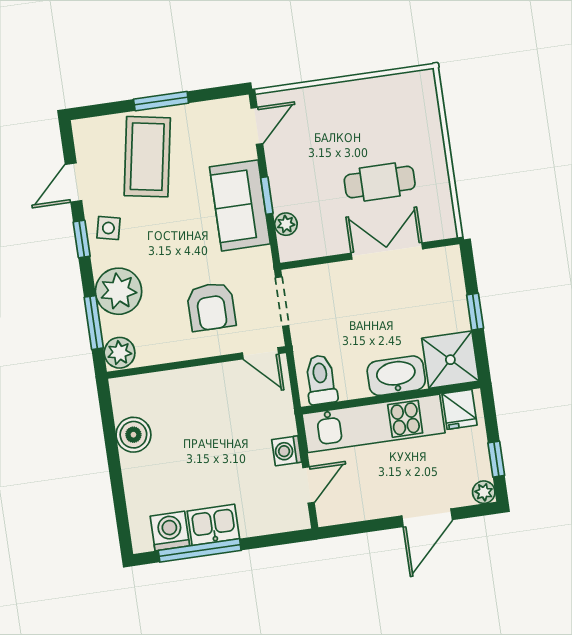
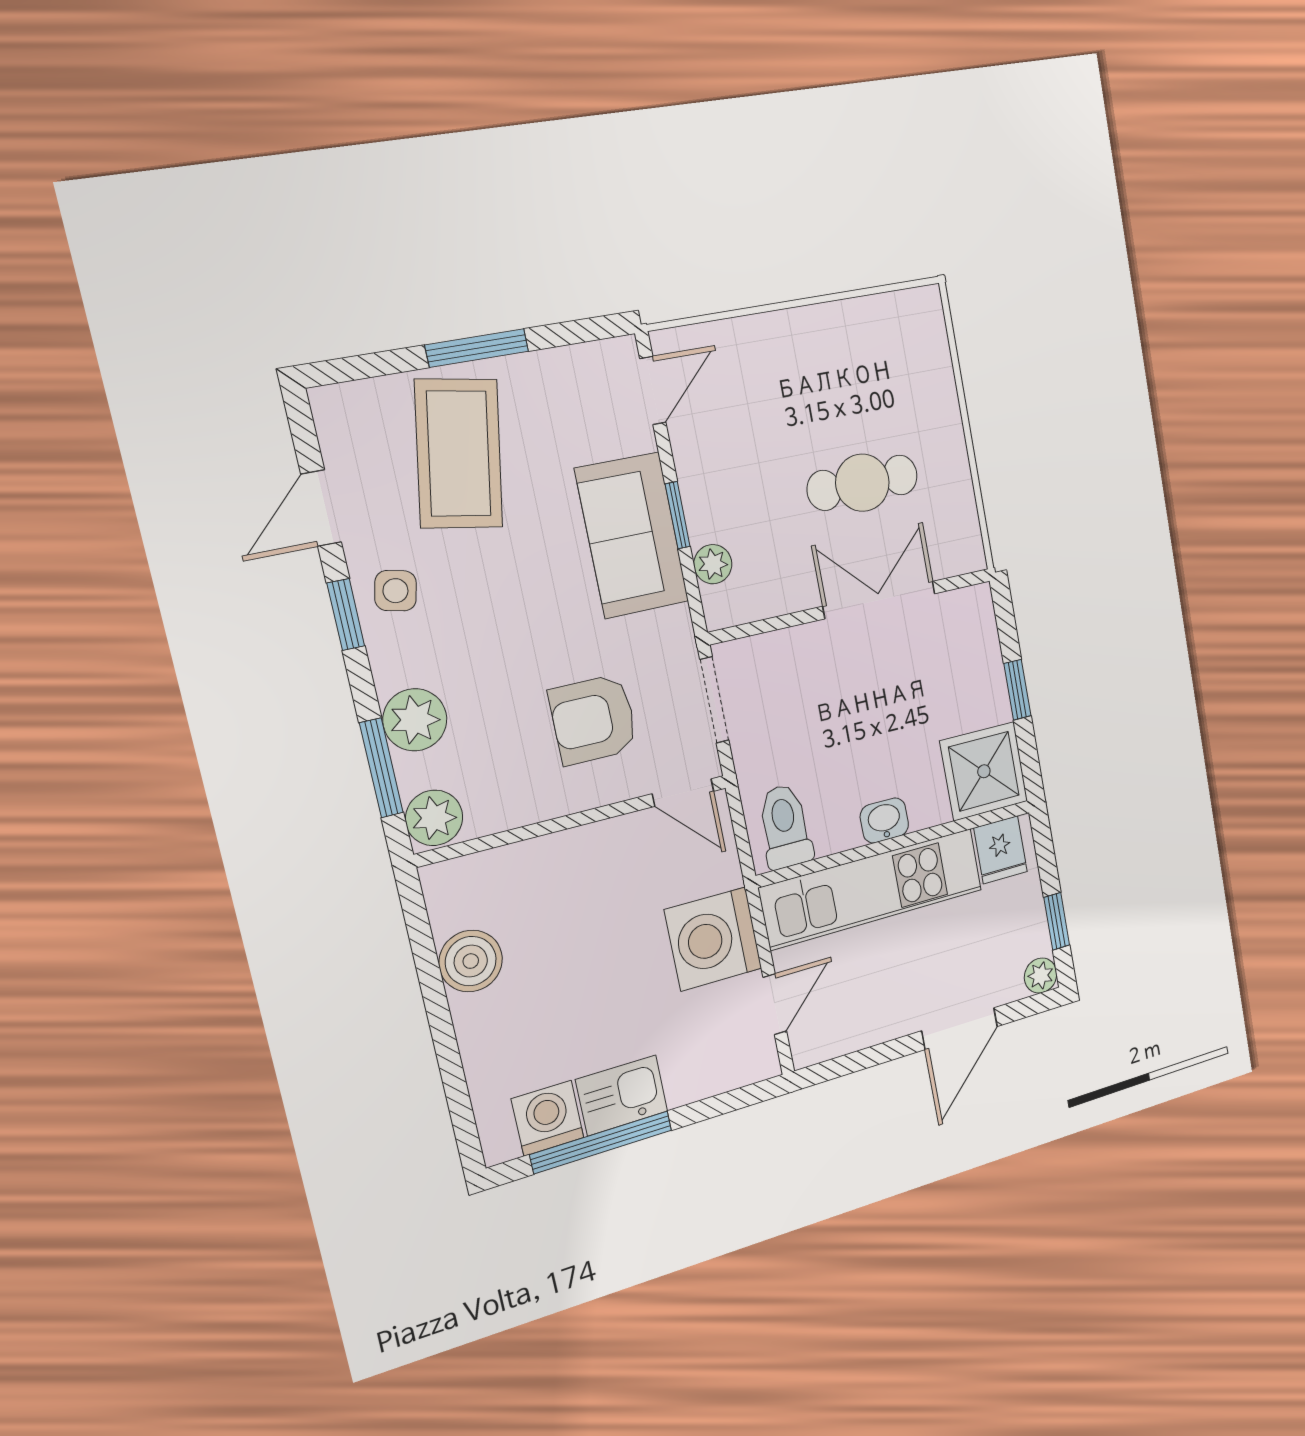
plant: (119, 291) -> (415, 720), width x0.73, depth x0.73
armchair: (211, 307) -> (593, 720), turned 90
washbasin: (396, 376) -> (884, 820), width x0.52, depth x0.69
washing machine: (287, 451) -> (713, 939), width x1.89, depth x1.89

